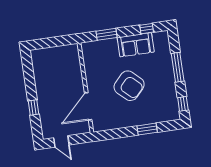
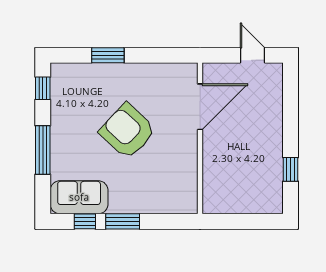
window: (106, 34) -> (123, 221), moved
sofa: (136, 45) -> (79, 197), moved
window: (34, 107) -> (291, 169), moved

